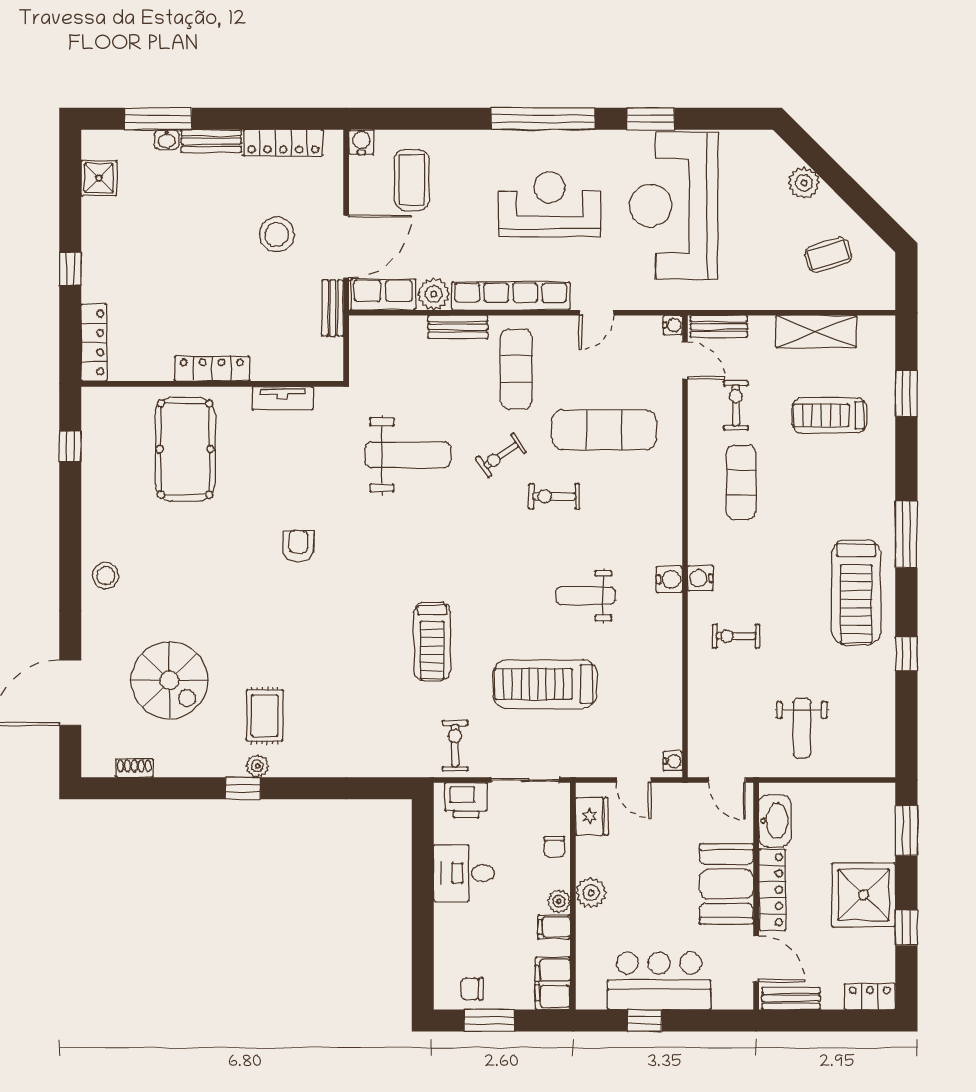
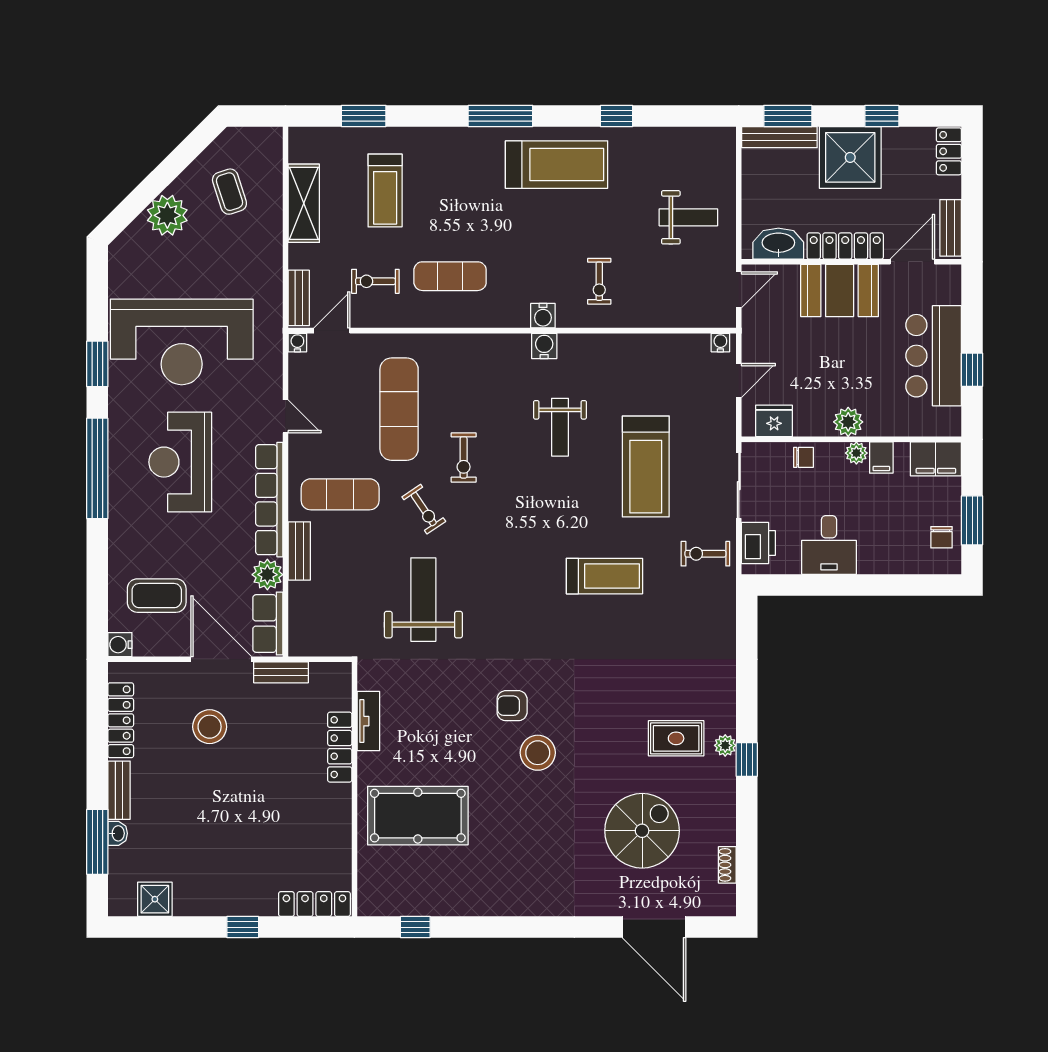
plant: (804, 183) -> (167, 215), width x1.36, depth x1.36
locker: (212, 369) -> (340, 747), moved
stool: (106, 576) -> (538, 753), moved, width x1.38, depth x1.38
bench: (885, 822) -> (779, 137), added

